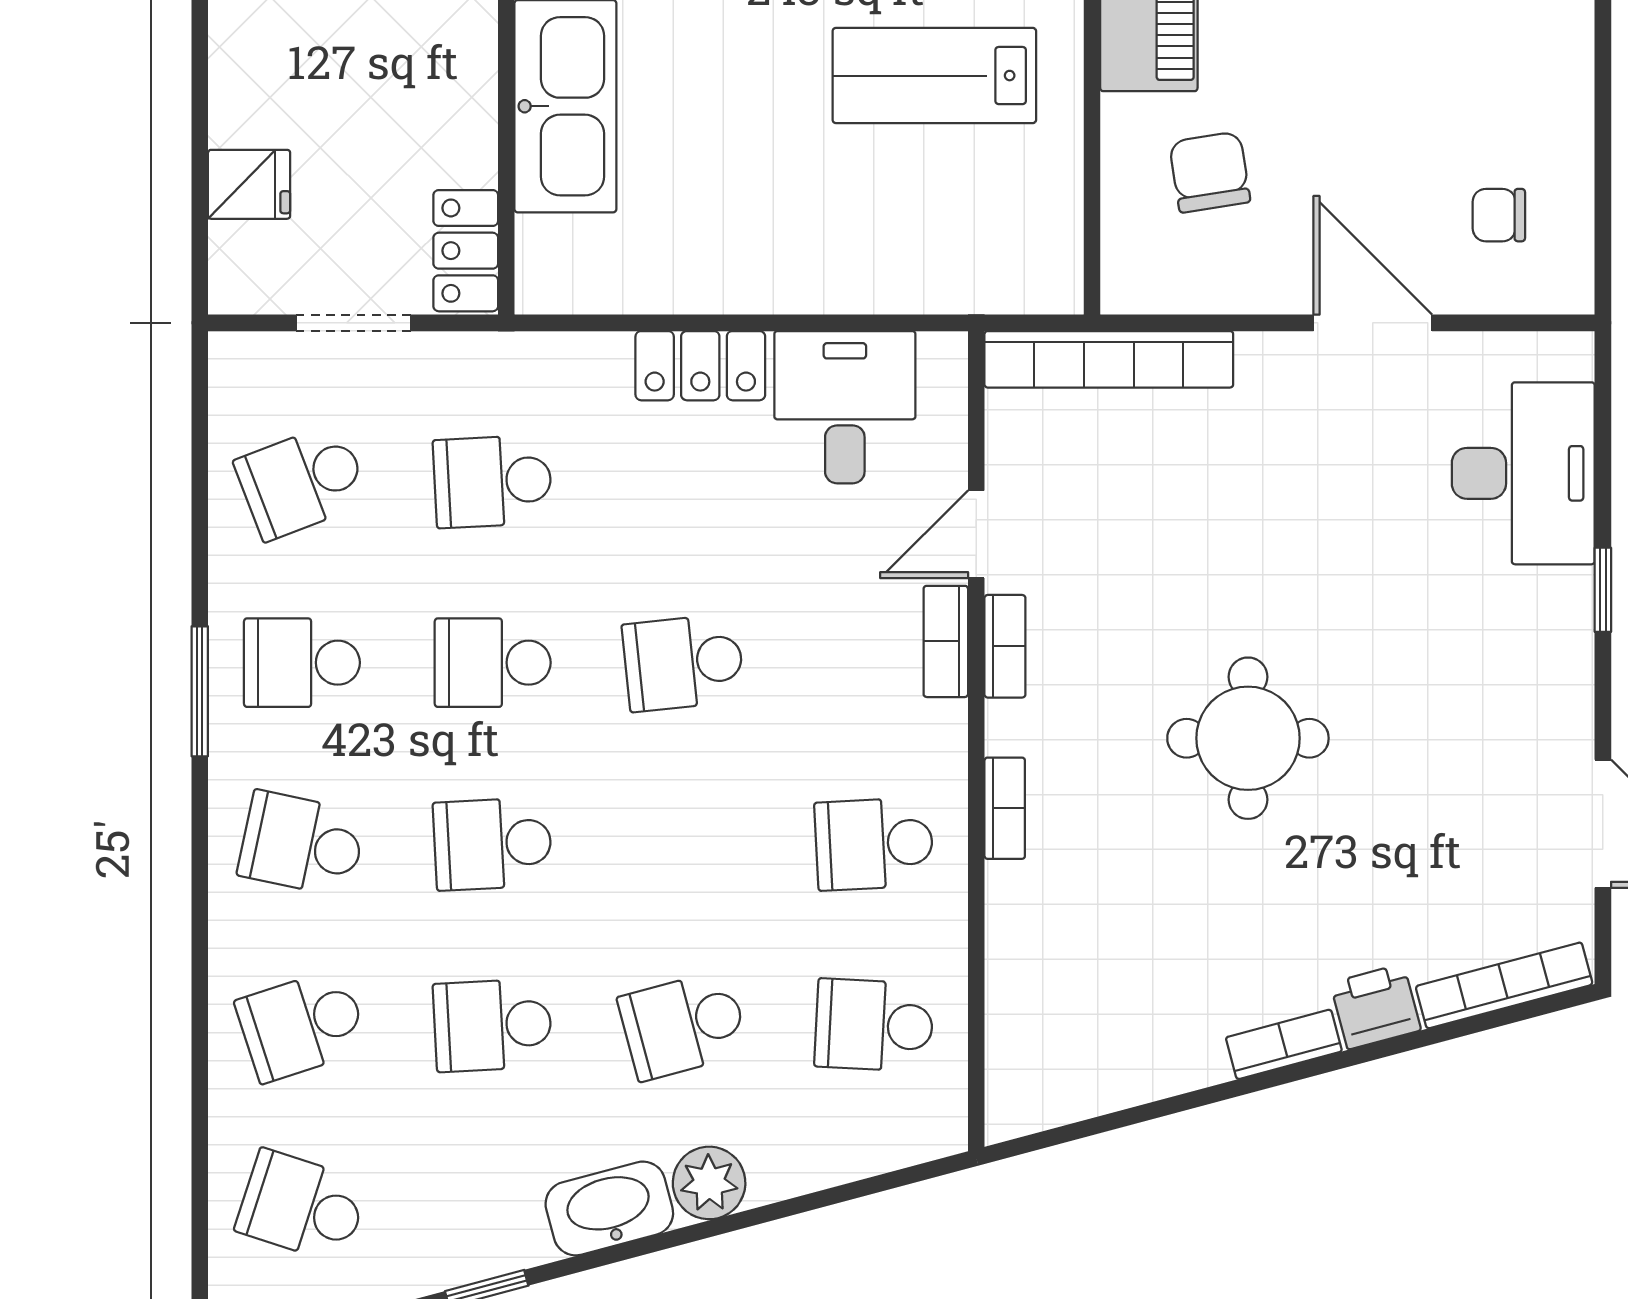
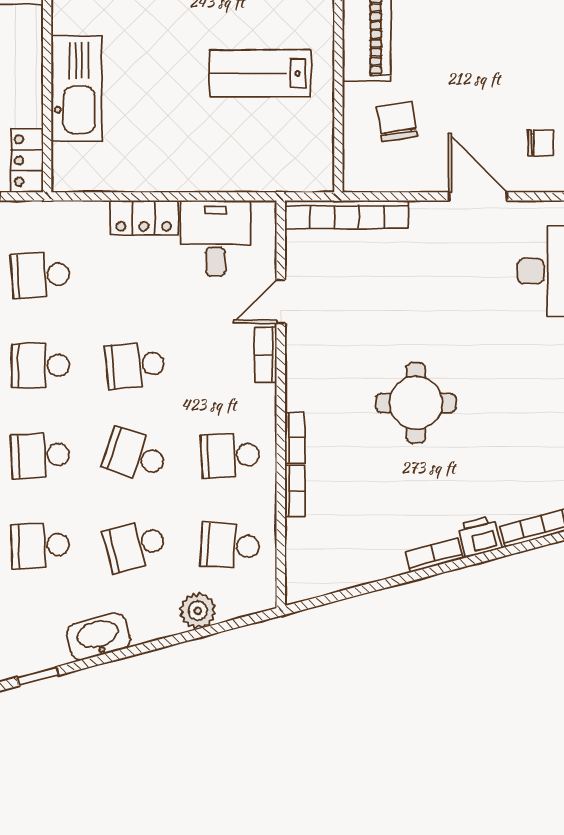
chair: (1499, 215) -> (541, 143), turned 180
bookcase: (1005, 646) -> (295, 491), moved
school desk: (683, 844) -> (135, 455), added
plant: (709, 1183) -> (198, 611), moved

